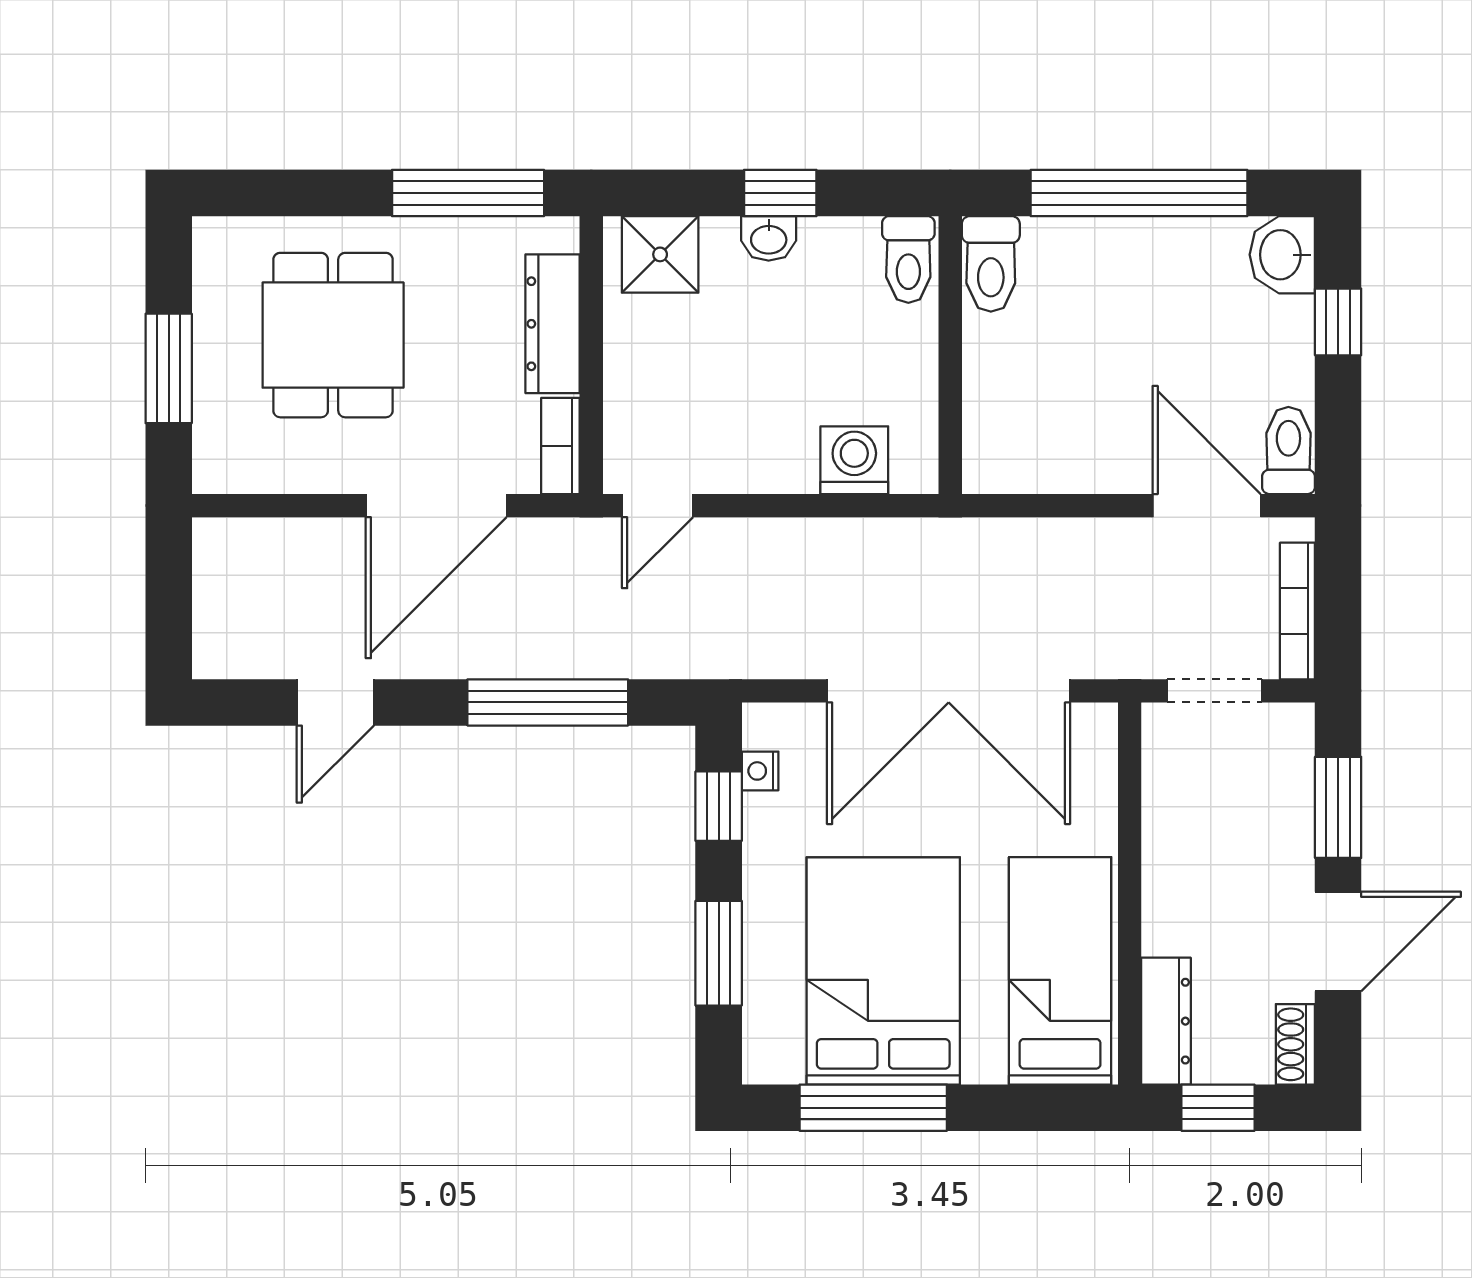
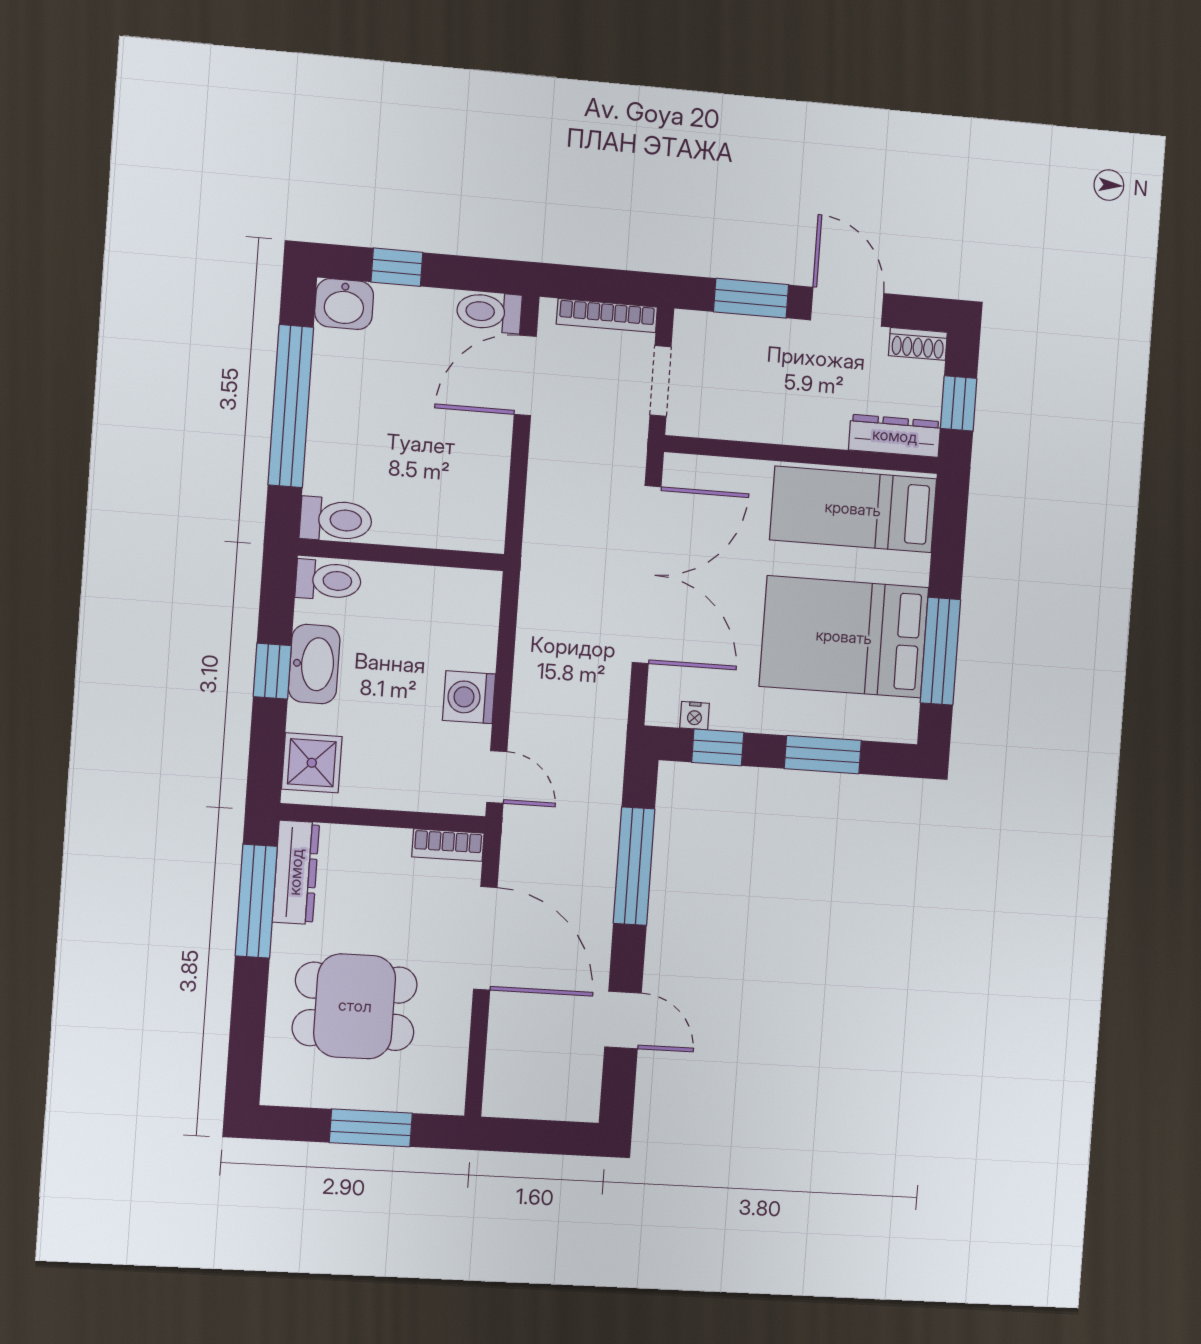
washbasin: (769, 238) -> (314, 664), width x1.91, depth x1.45
dresser: (553, 324) -> (296, 872), moved, turned -90
washing machine: (854, 460) -> (469, 697), moved

